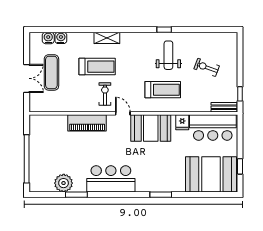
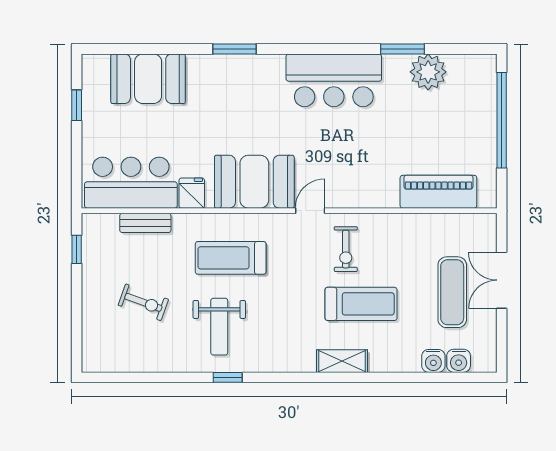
treadmill: (97, 67) -> (361, 304), turned 180
bench: (224, 107) -> (145, 223), moved
door: (123, 113) -> (310, 211), swing flipped
piano: (87, 123) -> (438, 192), moved
booth: (211, 174) -> (148, 79), width x0.73, depth x0.70

